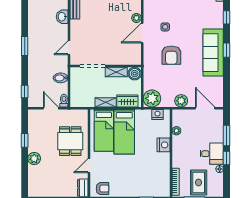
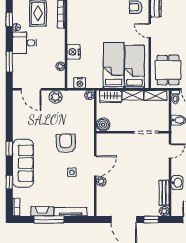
sofa: (213, 53) -> (23, 163), moved
shelving: (116, 72) -> (155, 95), moved
plant: (152, 98) -> (90, 95), width x0.53, depth x0.53
dining table: (70, 141) -> (168, 70), moved
window: (227, 158) -> (9, 19), moved
door: (89, 166) -> (150, 31), swing flipped

